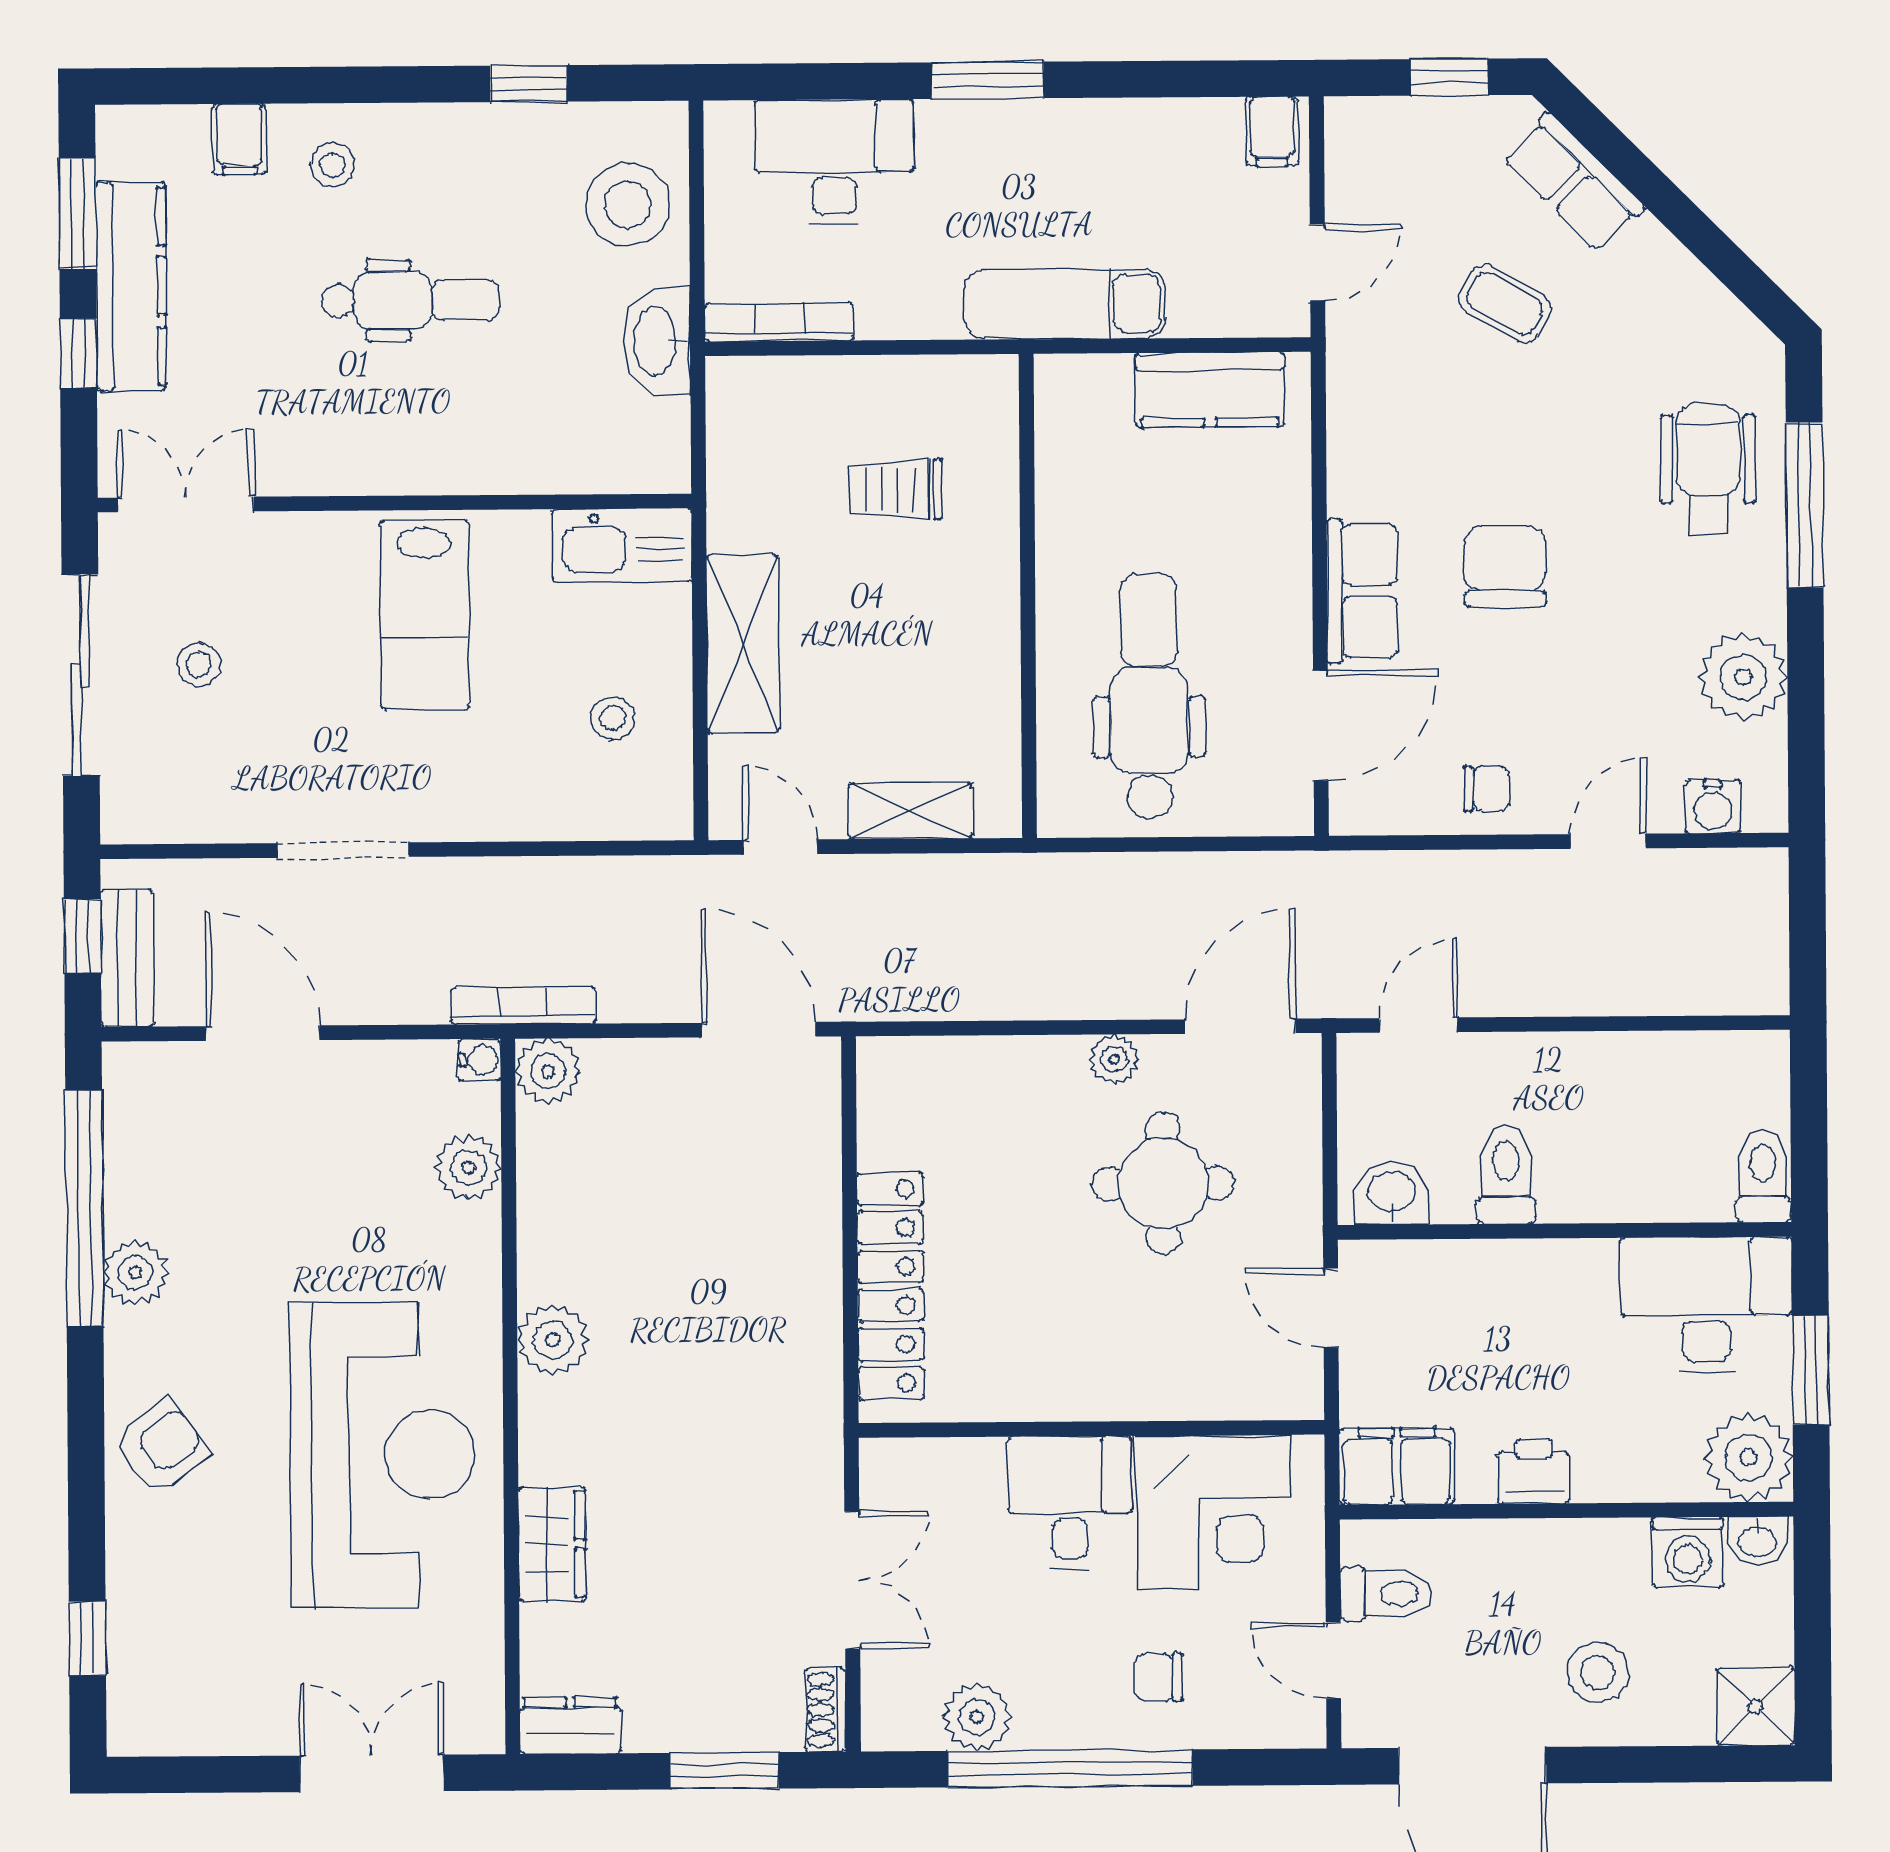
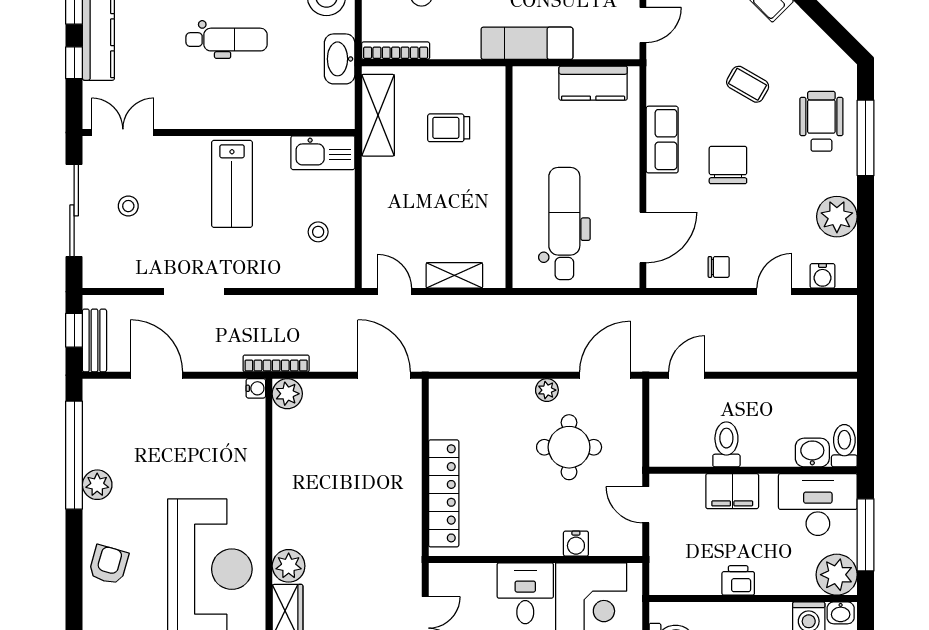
coffee table: (1505, 303) -> (748, 84), moved
row of seats: (1362, 591) -> (662, 140), moved
shelving: (743, 644) -> (378, 115), moved
plant: (468, 1167) -> (250, 438), removed
washbasin: (1392, 1193) -> (812, 452), moved
plant: (553, 1340) -> (289, 566), moved
window: (1811, 1370) -> (866, 535), width x1.44
water cooler: (1179, 1394) -> (576, 544), added
armchair: (161, 1447) -> (109, 565), turned -37
filing cabinet: (1397, 1466) -> (732, 491), moved, turned 180

